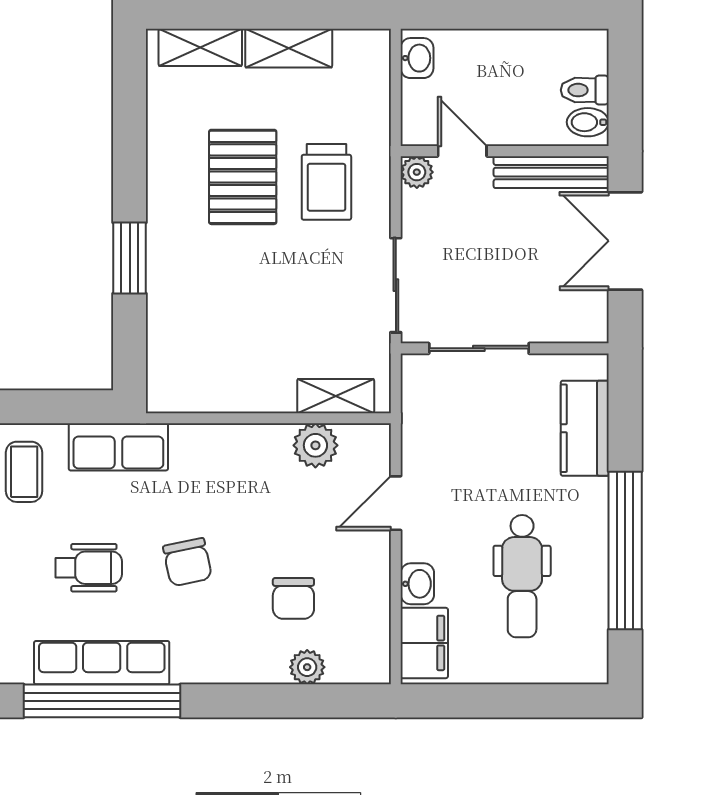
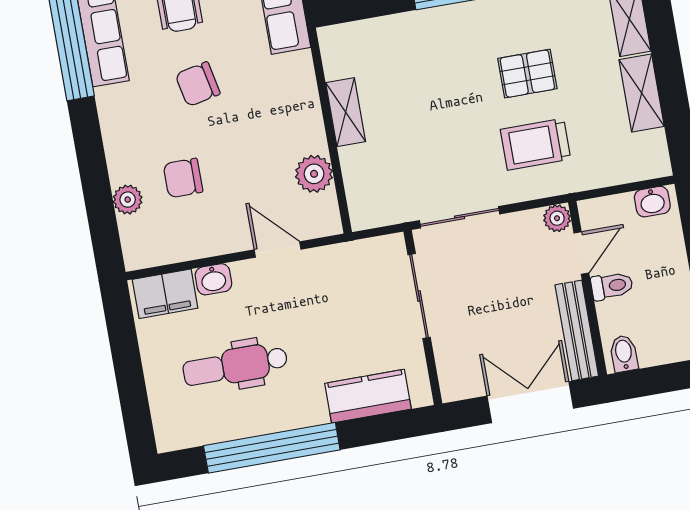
toilet: (585, 90) -> (612, 286), moved, turned 90
pallet: (243, 177) -> (527, 74), width x0.67, depth x0.71
shelving: (336, 396) -> (346, 112), moved

